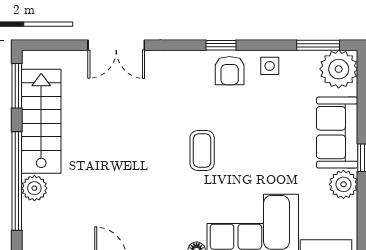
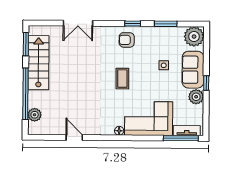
window: (318, 45) -> (166, 24), moved
side table: (270, 66) -> (164, 65), moved
armchair: (230, 71) -> (127, 40), moved, turned 90
plant: (34, 188) -> (35, 115), moved

